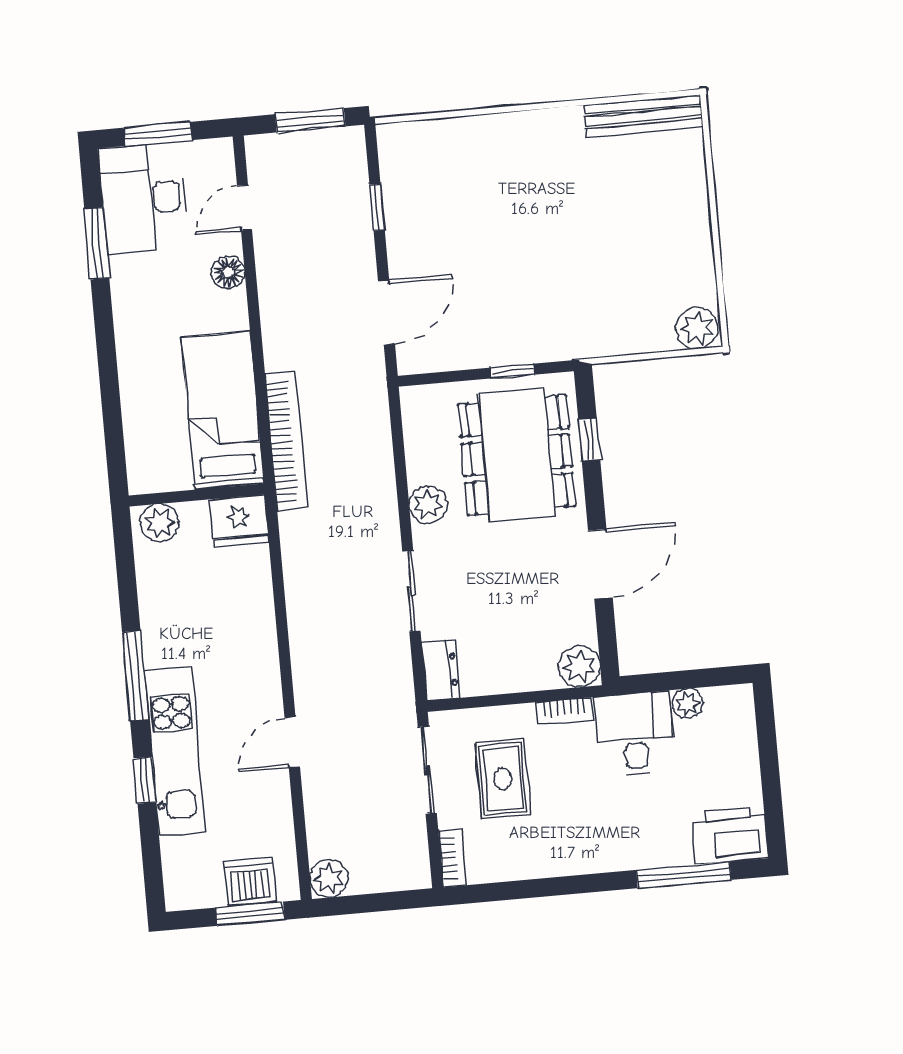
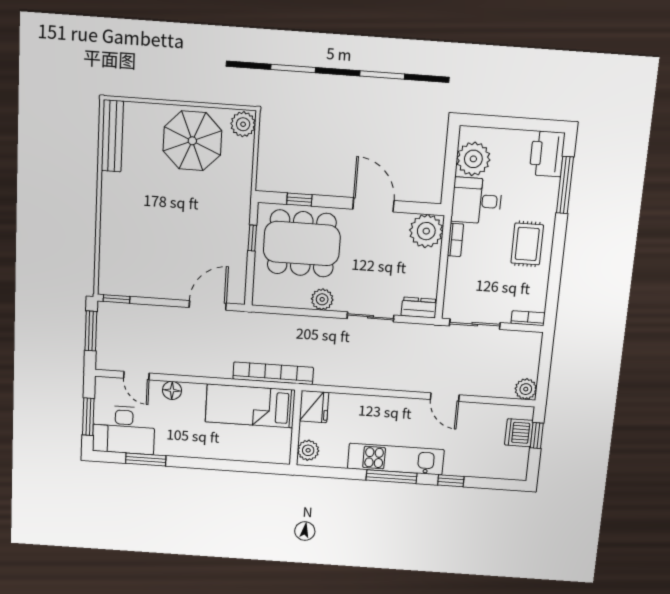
window: (377, 207) -> (117, 299), moved
parasol: (657, 249) -> (192, 141), added
door: (386, 313) -> (208, 305), hinge flipped
plant: (579, 666) -> (426, 231), width x1.36, depth x1.36
plant: (688, 704) -> (473, 159), width x1.87, depth x1.87
kitchen unit: (175, 751) -> (396, 459), moved
rug: (503, 778) -> (527, 244), moved, turned 90
window: (250, 914) -> (537, 436), width x0.67

